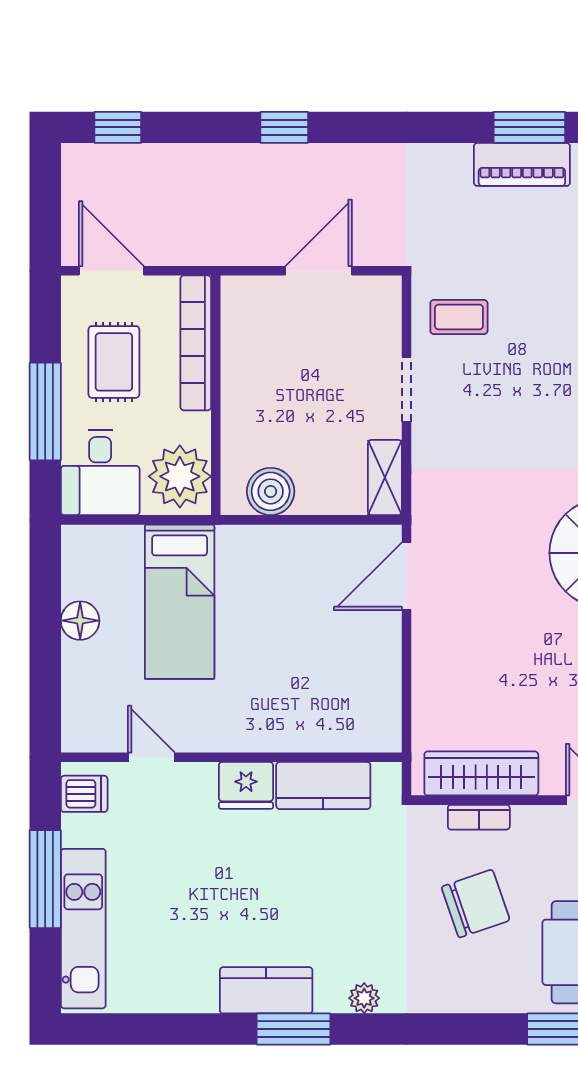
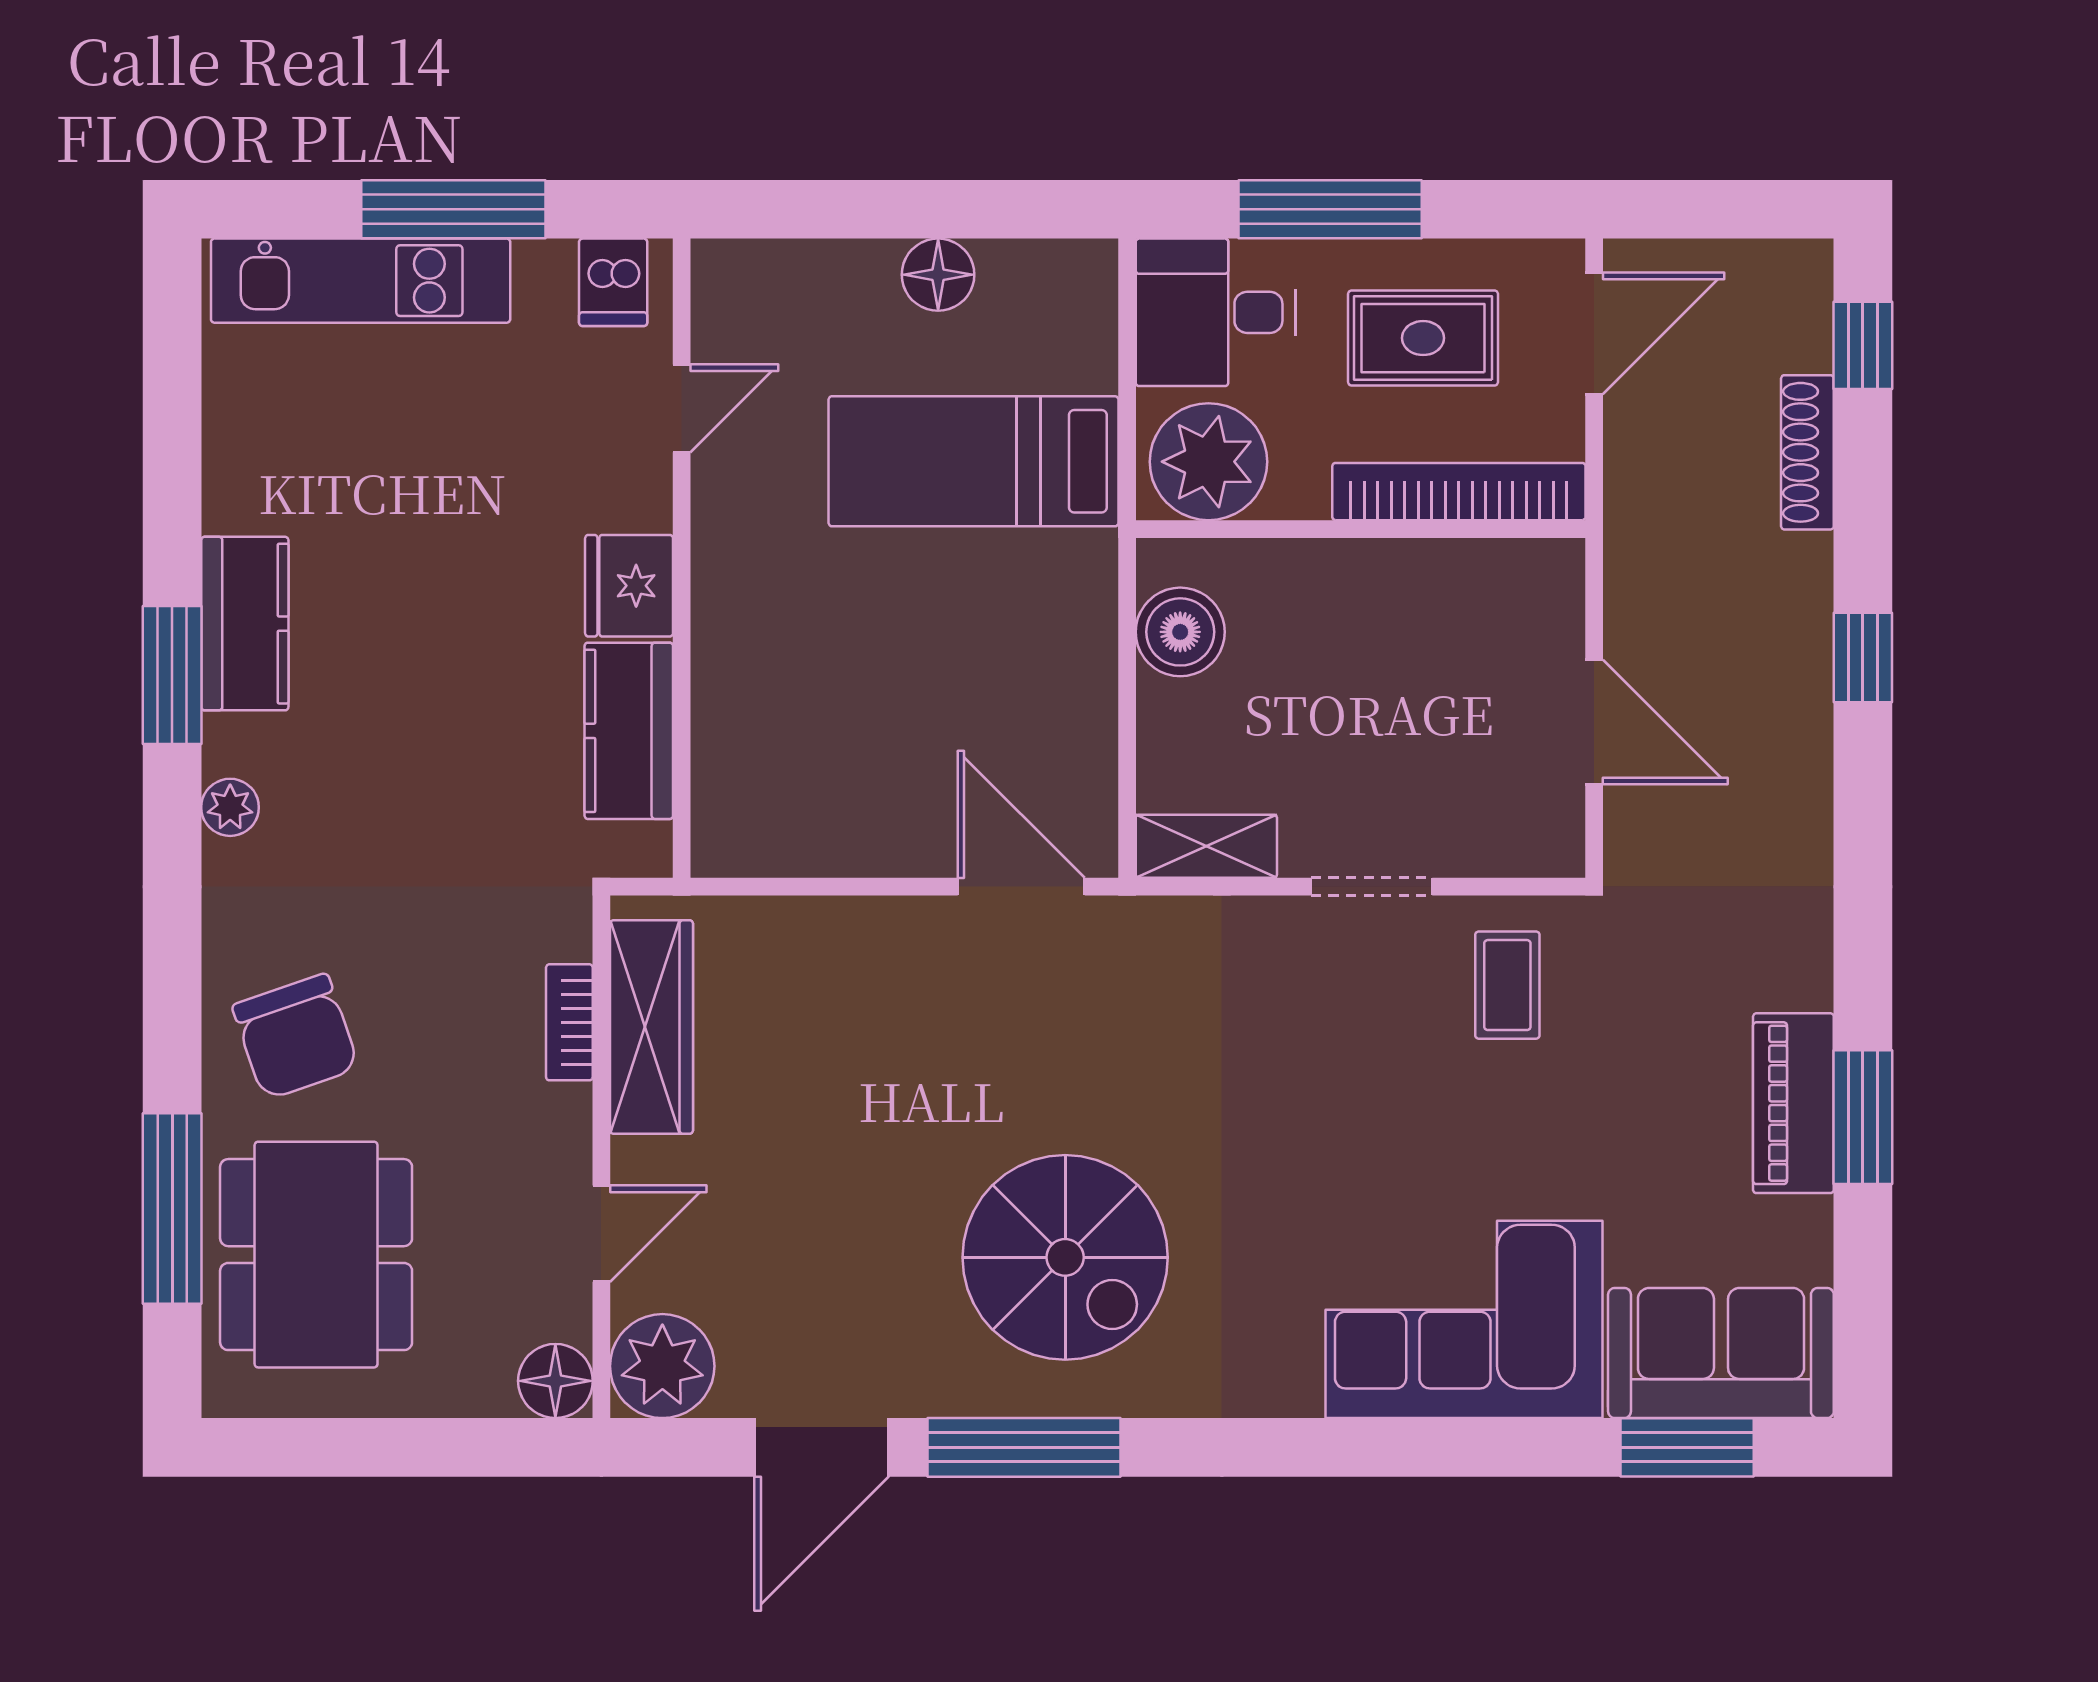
shoe rack: (175, 157) -> (1807, 452), added
chair: (476, 904) -> (296, 1037), moved

